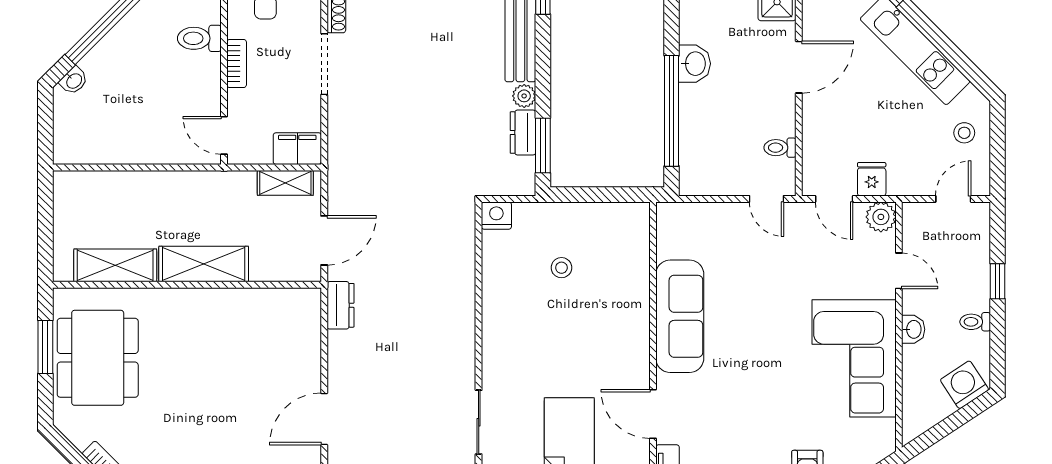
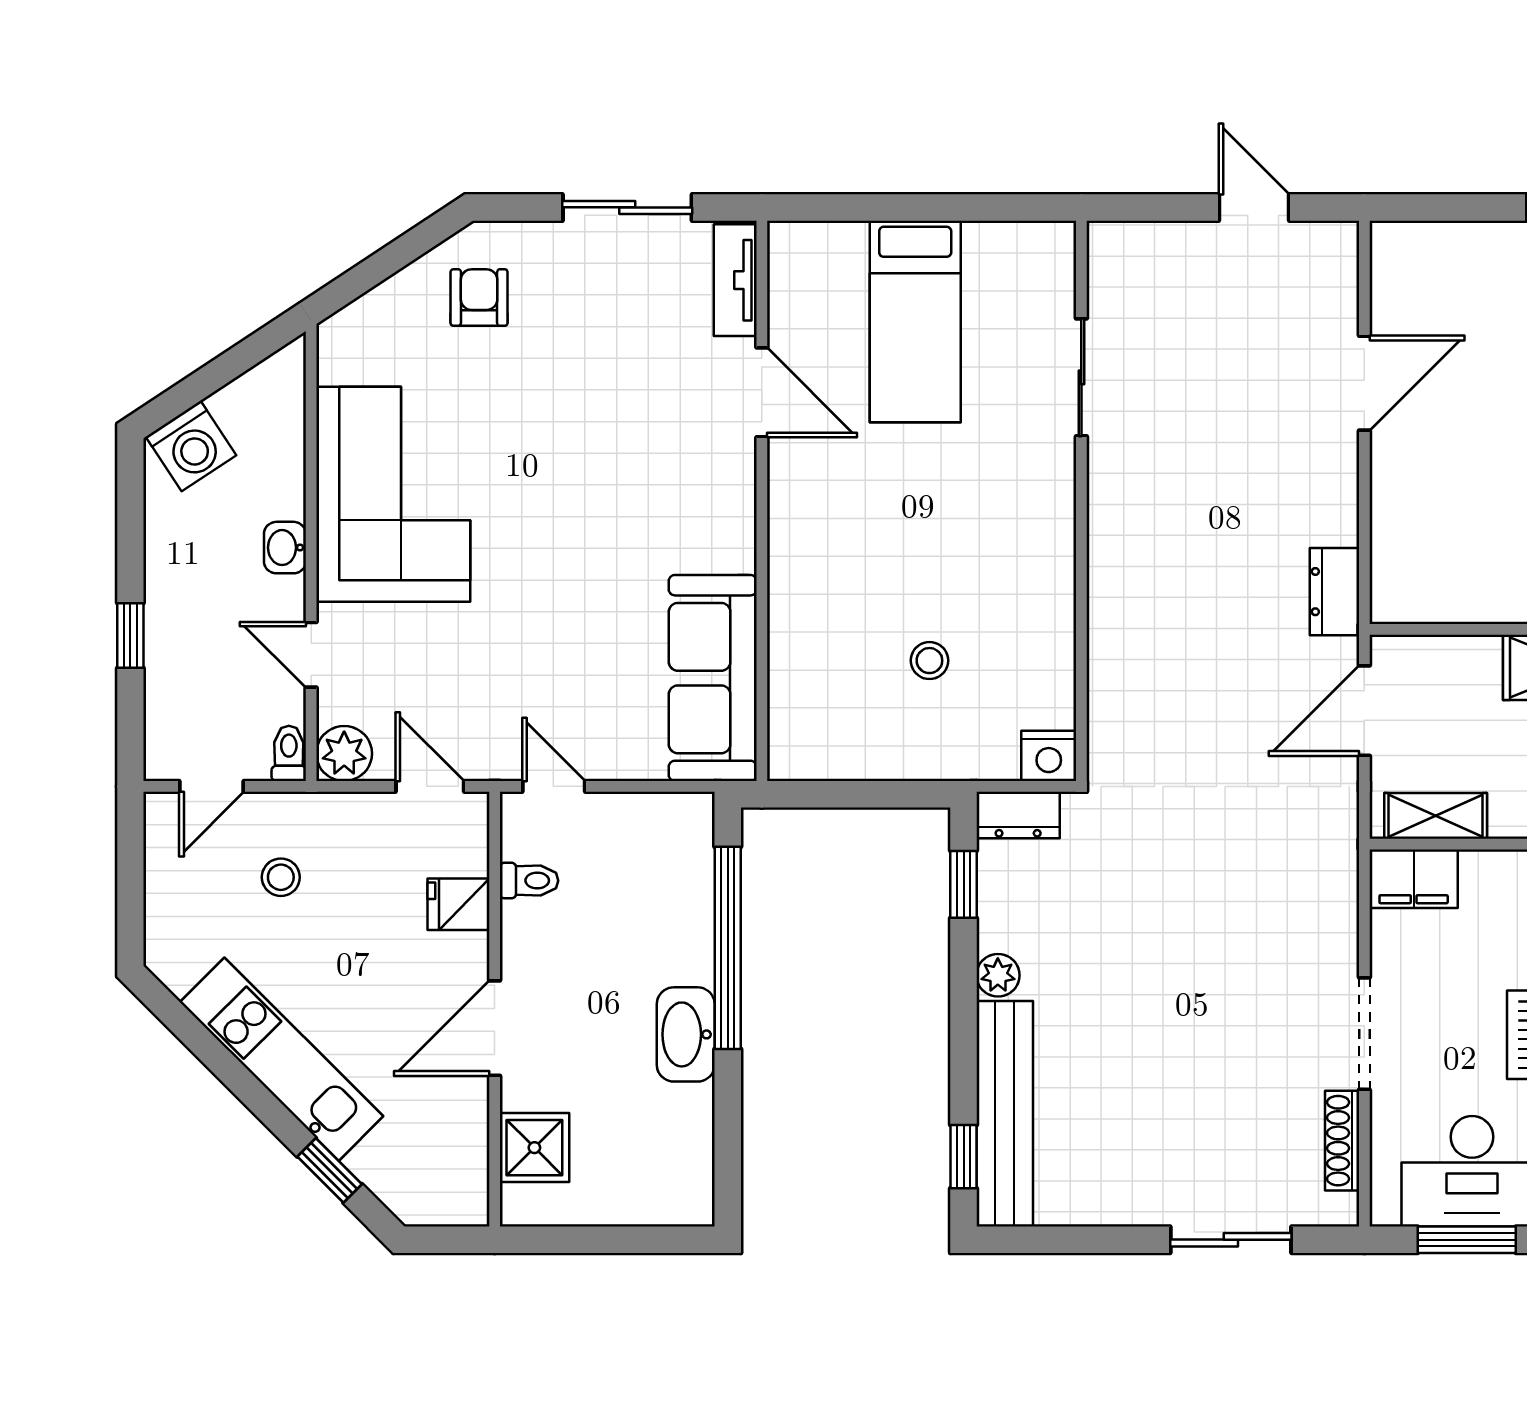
washbasin: (694, 64) -> (686, 1034), width x1.38
dresser: (523, 133) -> (1018, 815), moved, turned 90
stool: (964, 133) -> (281, 877), moved
window: (543, 145) -> (964, 884), width x0.67
fridge: (872, 179) -> (458, 904), moved, turned 90
sofa: (680, 316) -> (713, 678), moved
toilet: (975, 322) -> (289, 753), moved, turned -90

